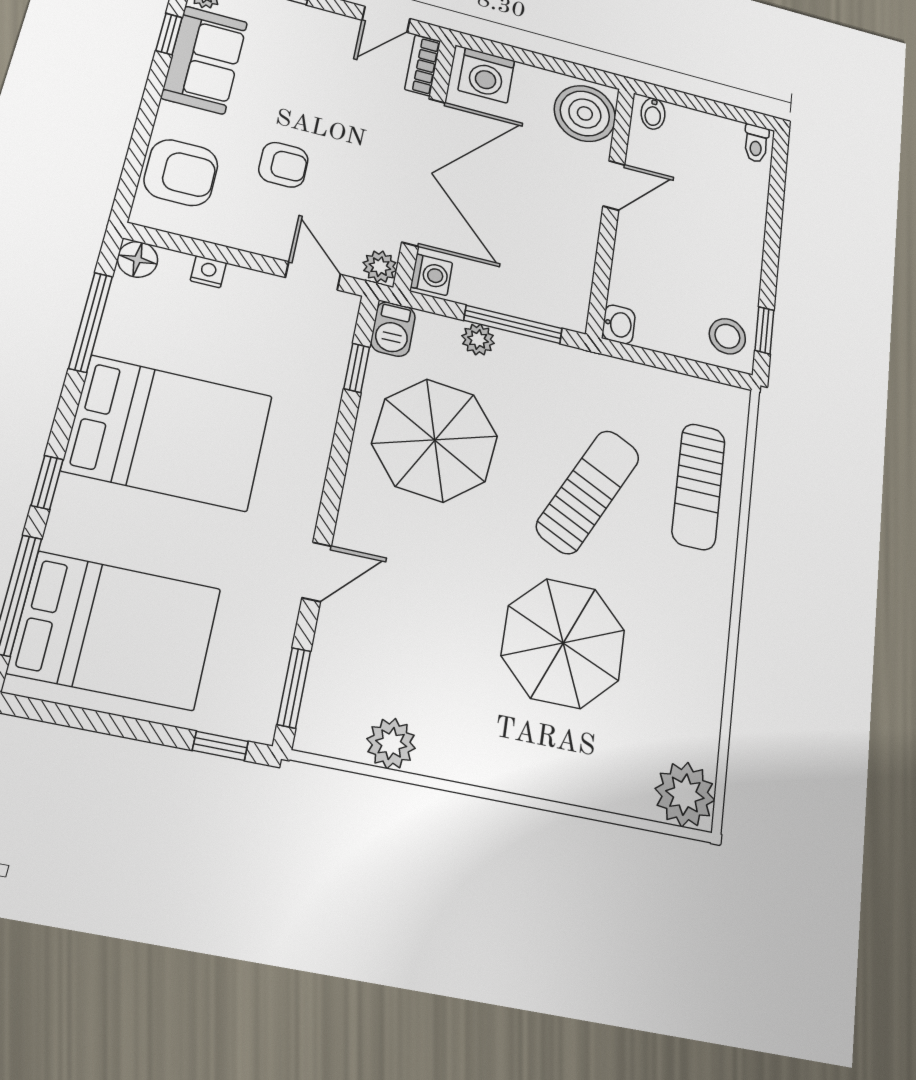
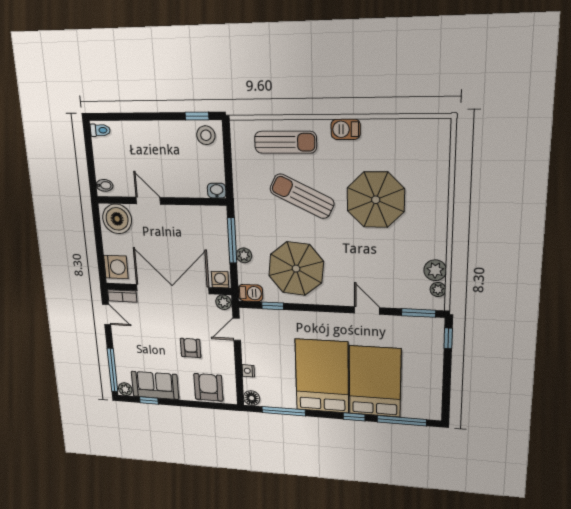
barbecue: (711, 612) -> (346, 129), added
bed: (115, 630) -> (375, 382), moved
plant: (685, 794) -> (438, 289), moved, width x0.53, depth x0.53

